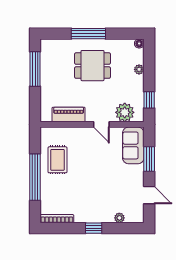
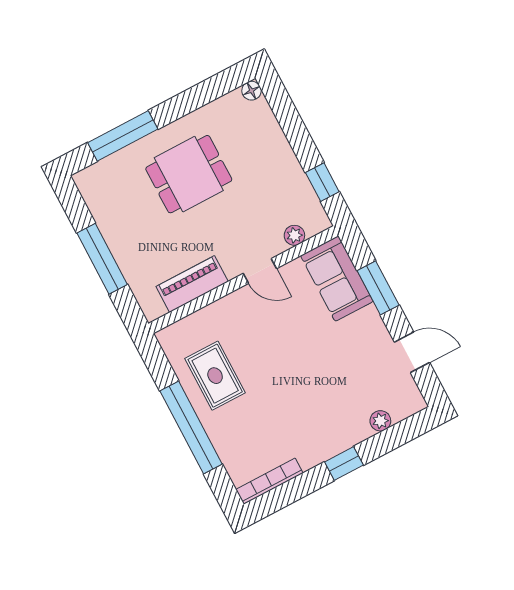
window: (88, 34) -> (123, 136), moved
window: (35, 69) -> (102, 259), moved
plant: (139, 69) -> (276, 137), removed
plant: (125, 112) -> (294, 235), width x0.53, depth x0.53

